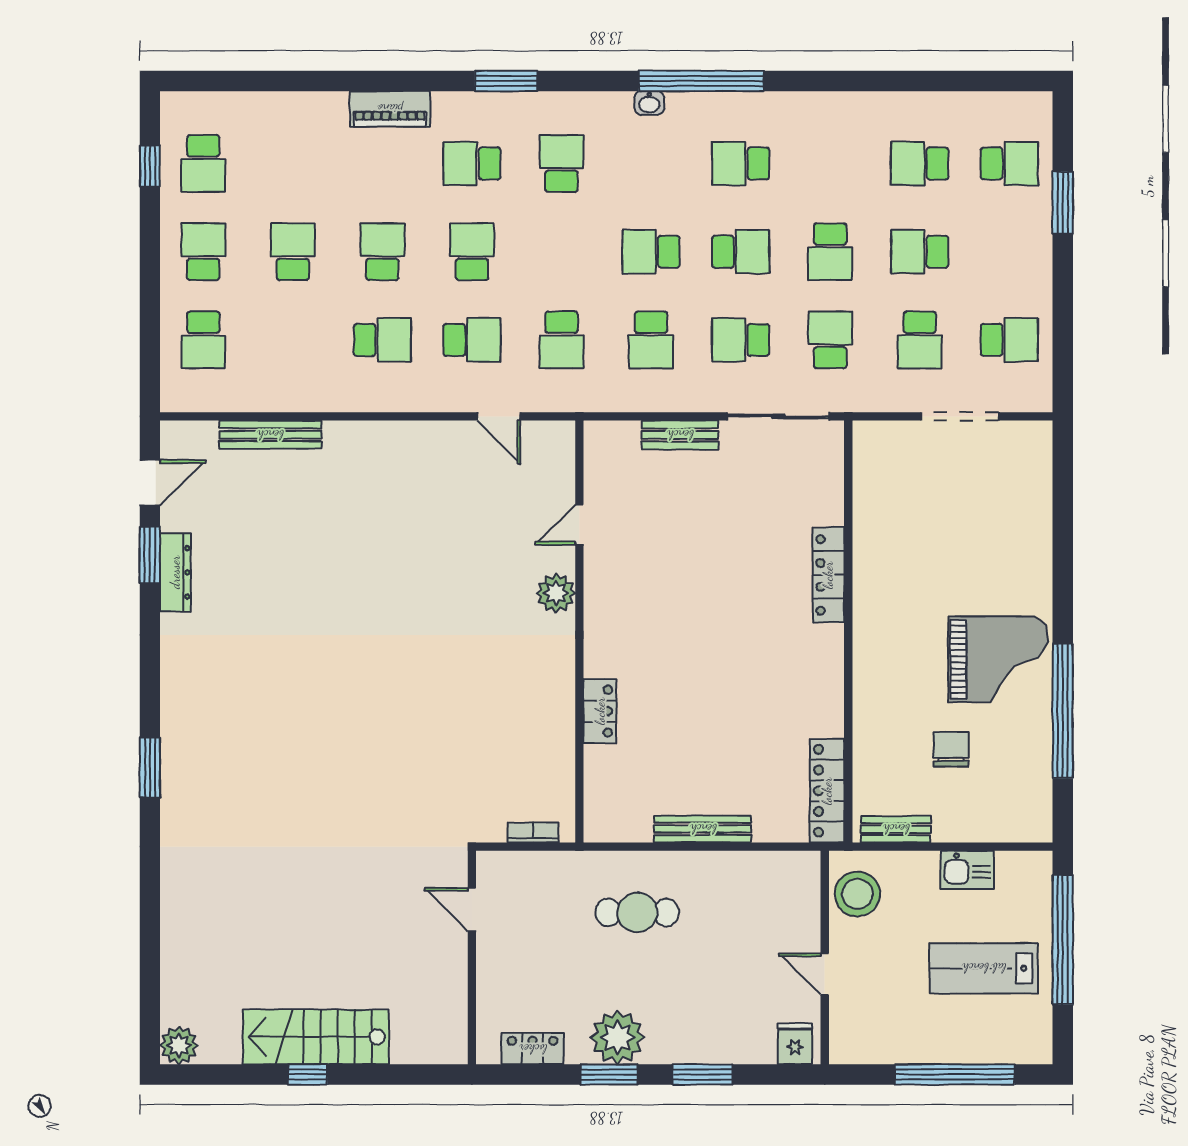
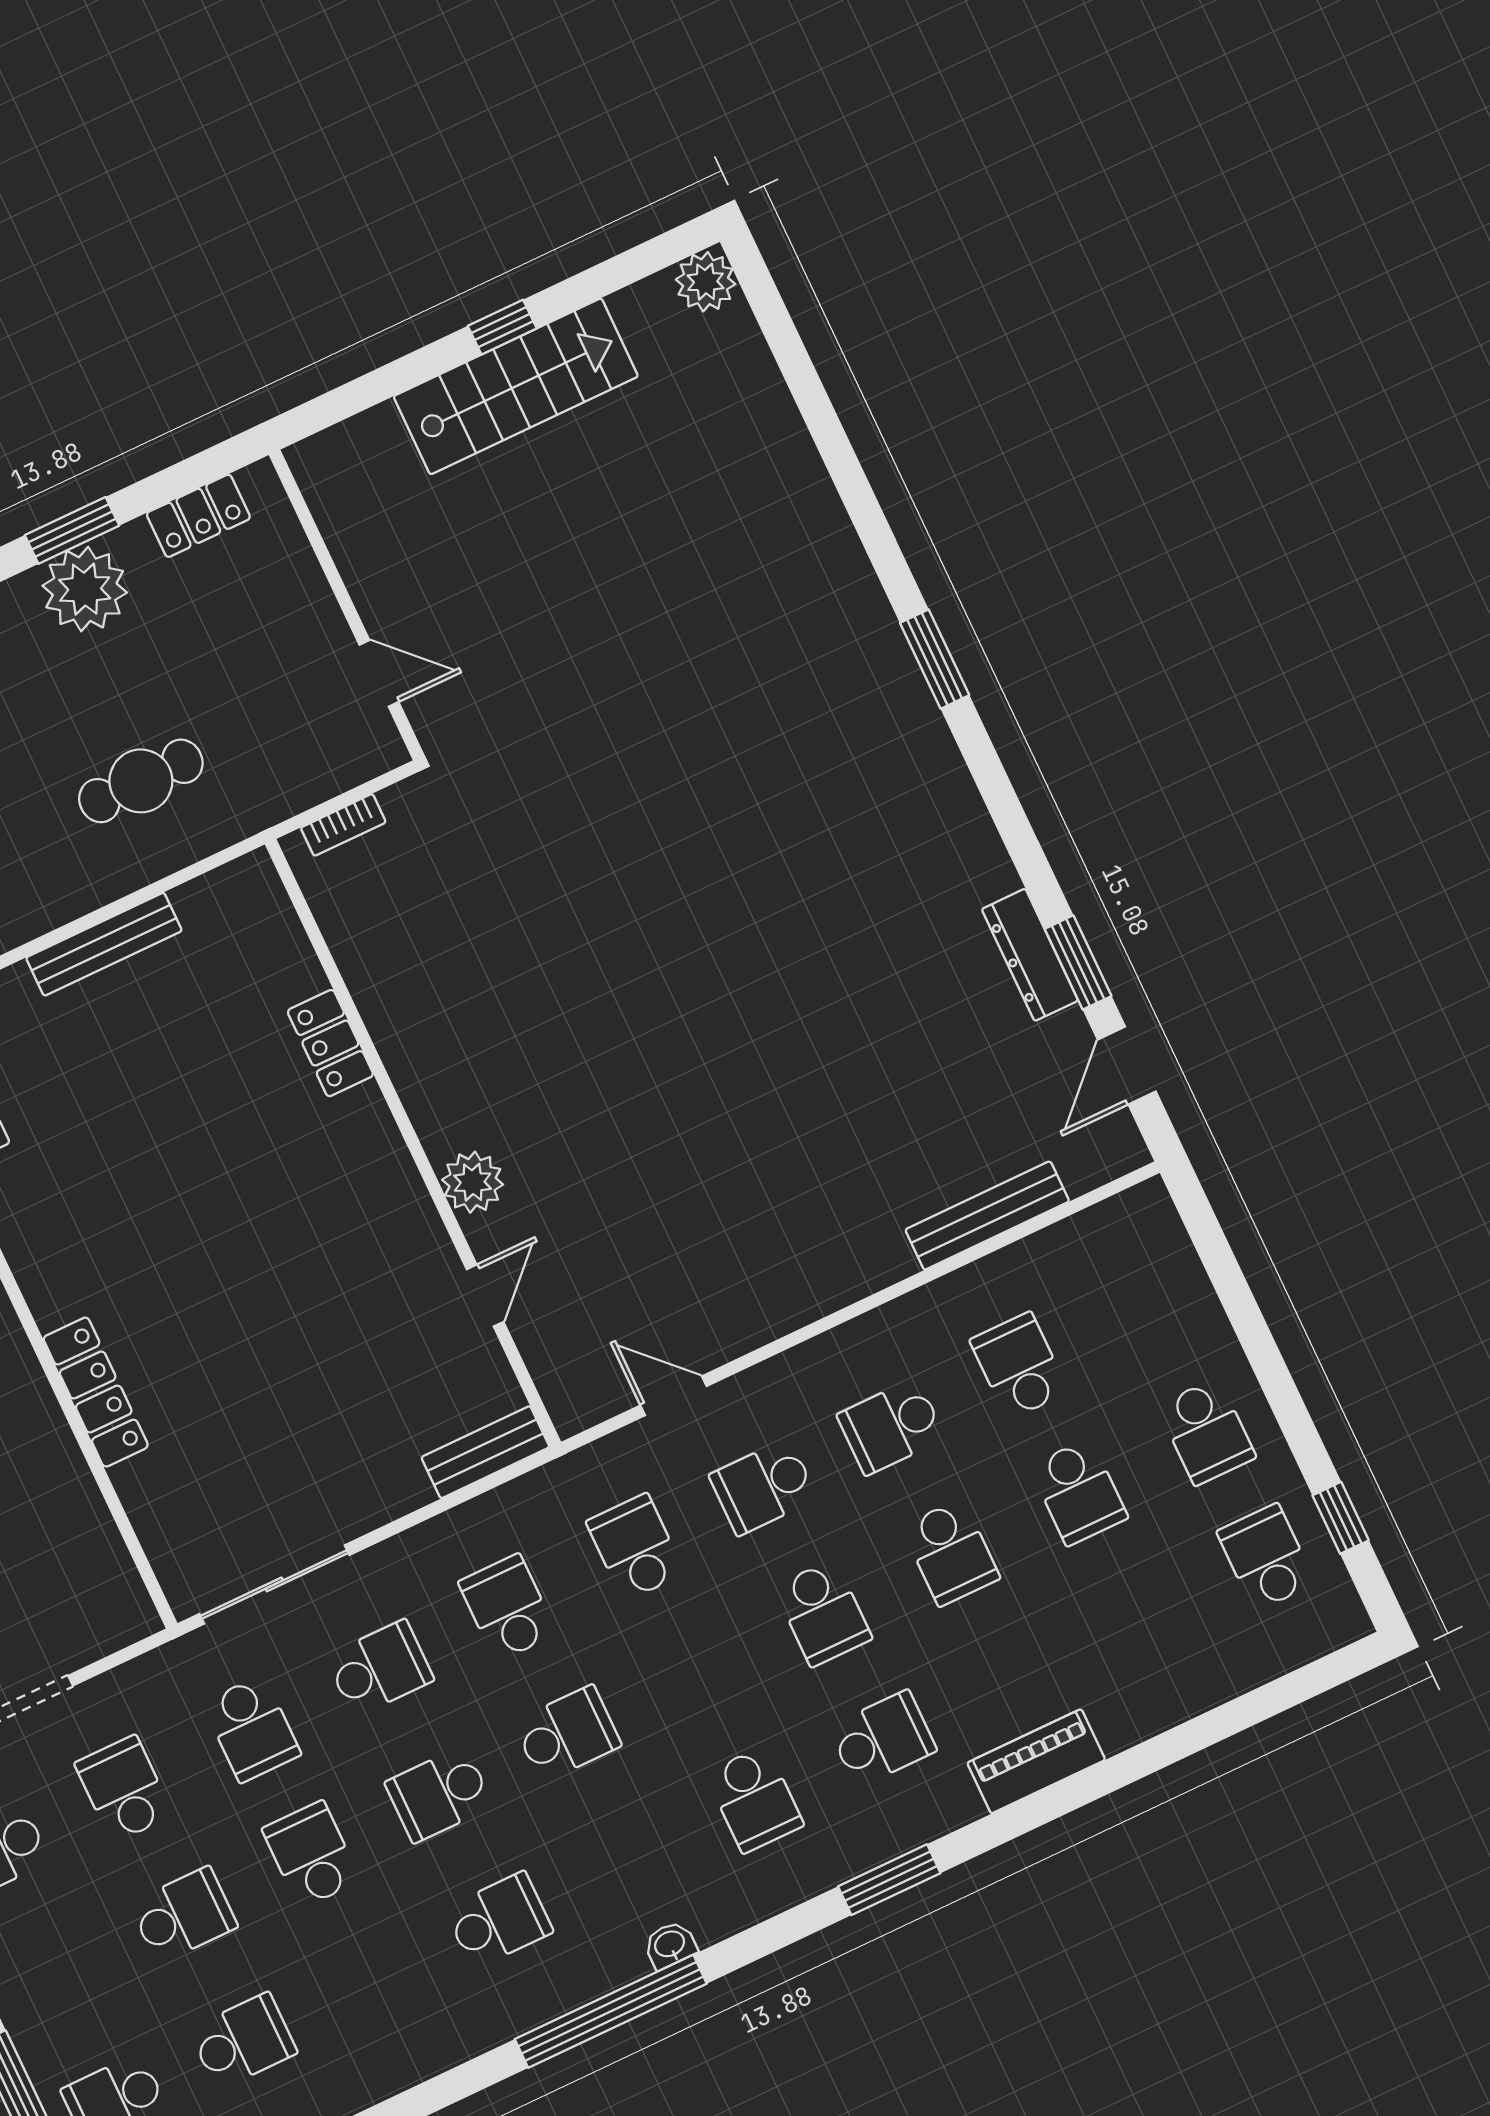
school desk: (203, 340) -> (1019, 1366), moved
bench: (680, 435) -> (485, 1452), moved

